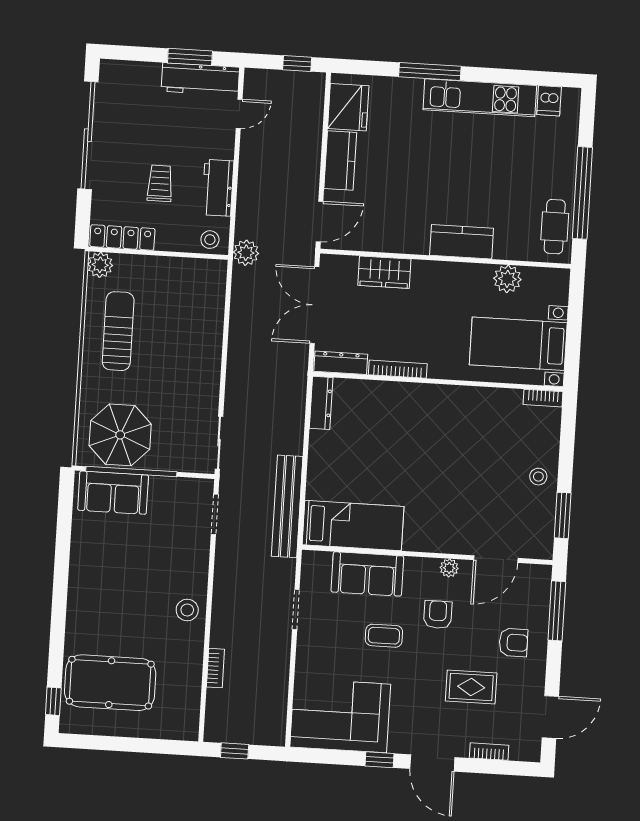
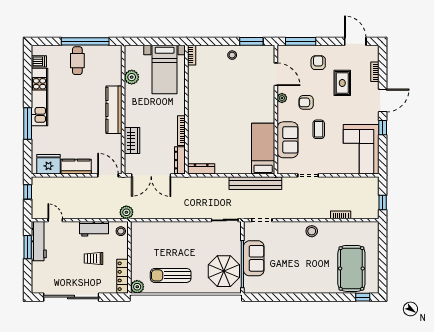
cafe table: (555, 227) -> (77, 61), moved, turned 90
kitchen counter: (462, 242) -> (114, 110), width x1.50
sofa: (113, 493) -> (254, 258), moved

